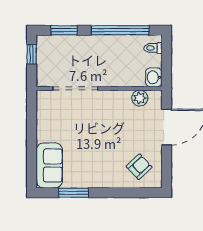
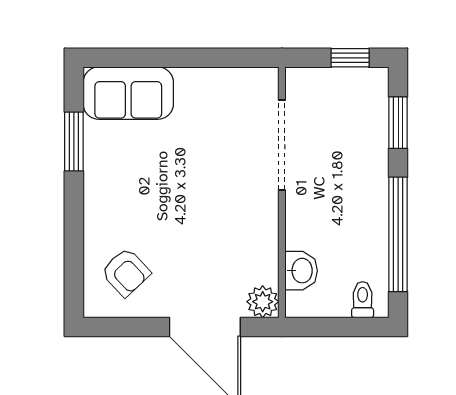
washbasin: (154, 77) -> (301, 271), moved, turned 90
plant: (140, 98) -> (263, 302), moved

